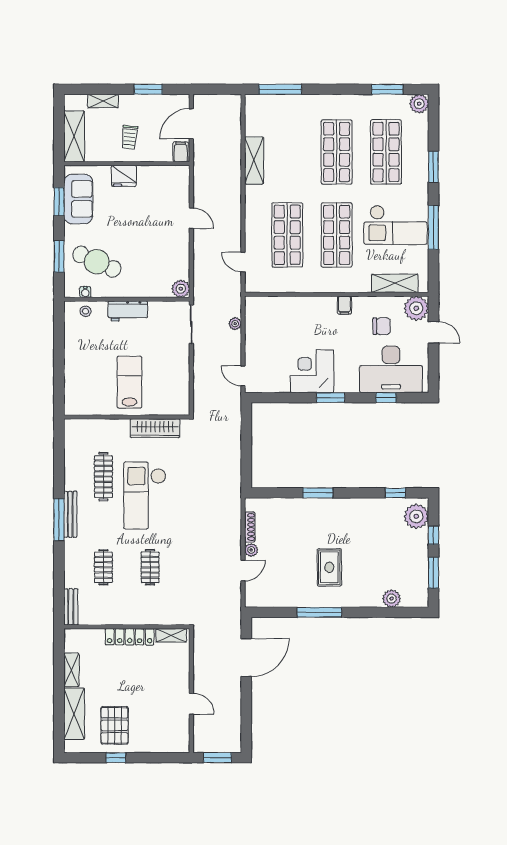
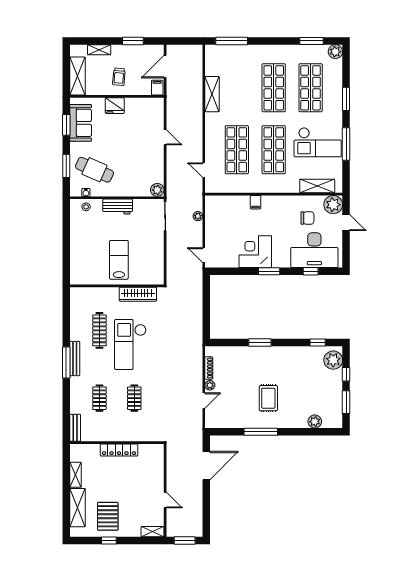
filing cabinet: (344, 305) -> (256, 202), moved
shelving: (171, 635) -> (153, 532), moved

